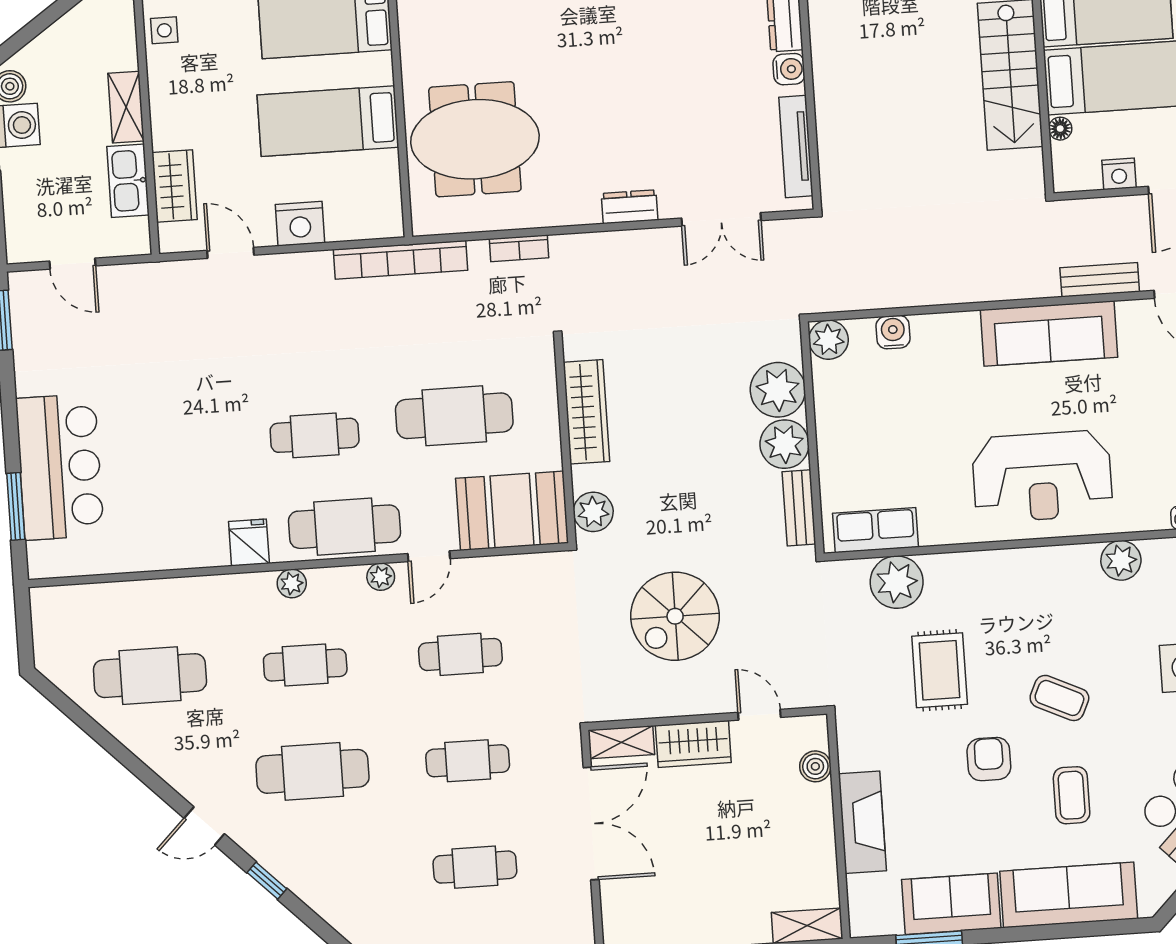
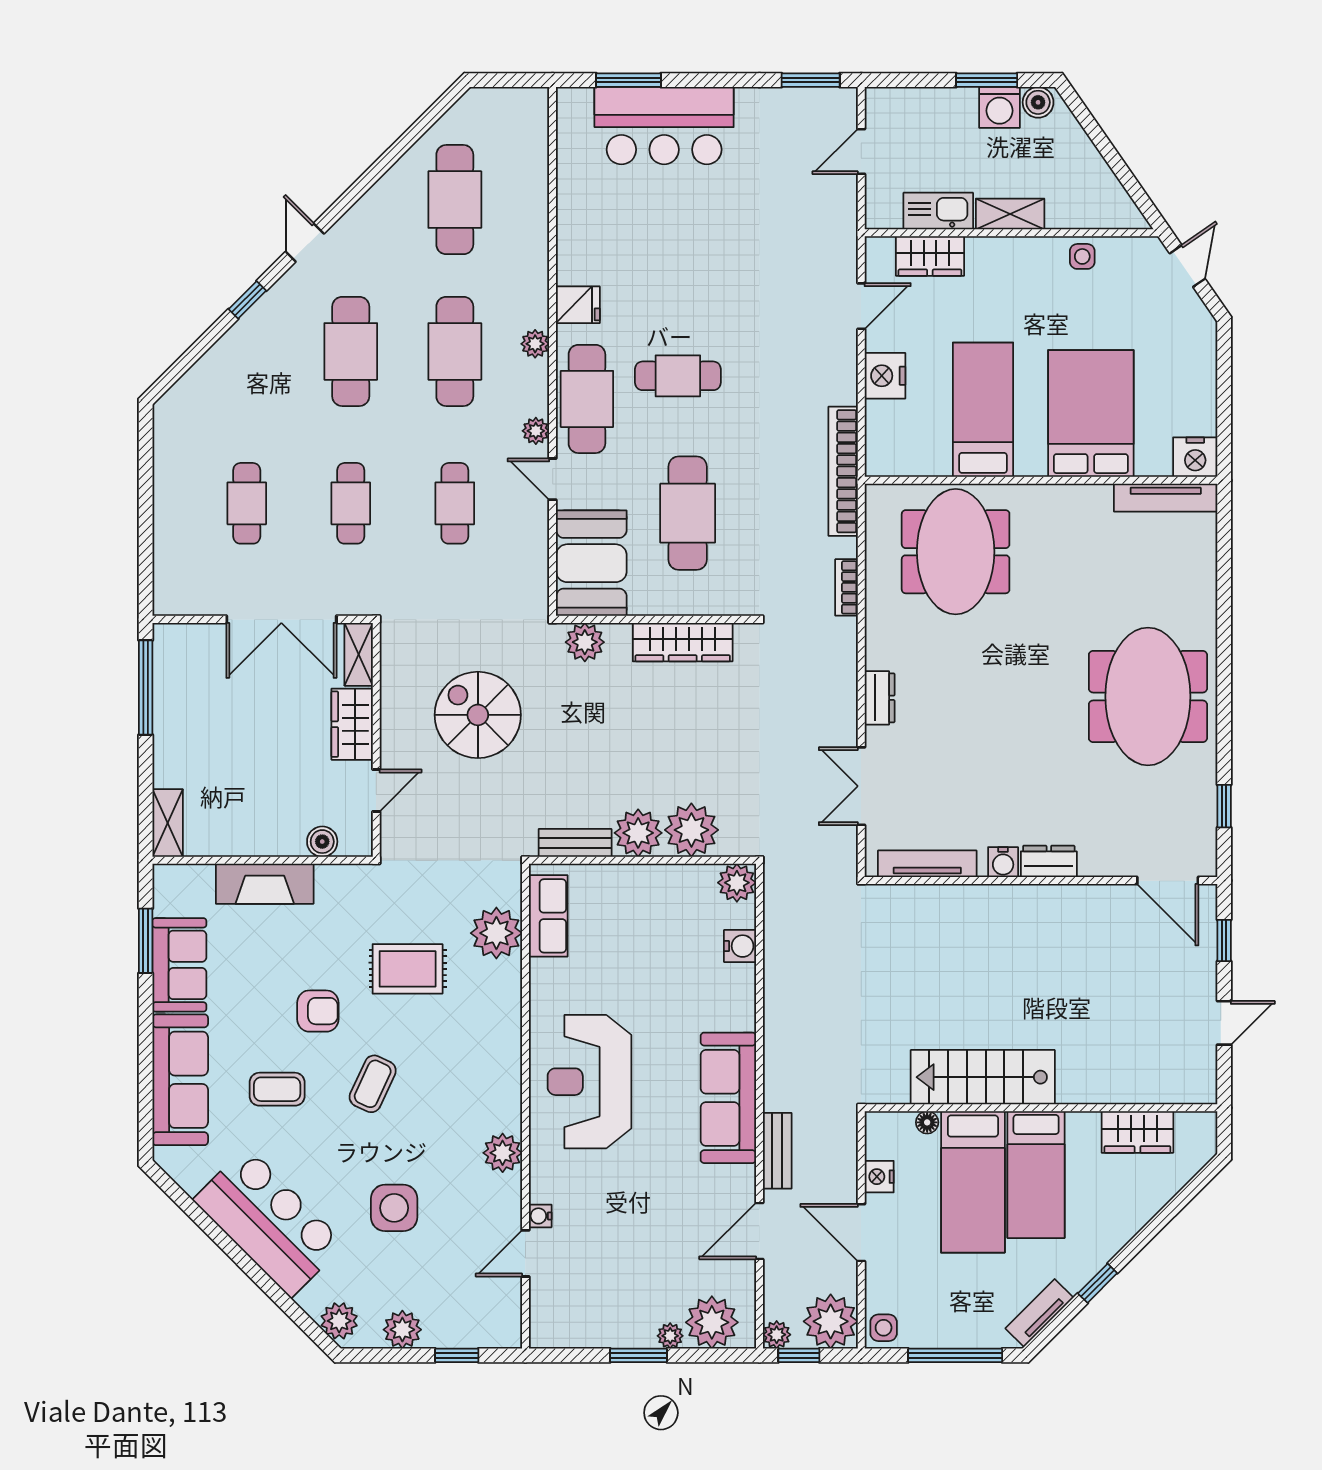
cafe table: (315, 435) -> (678, 376), turned 90
cafe table: (305, 665) -> (455, 351), width x1.37, depth x1.35

